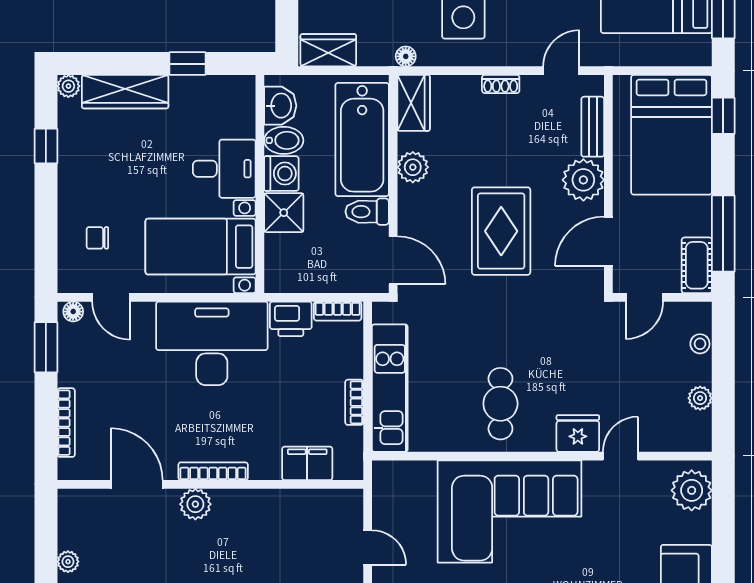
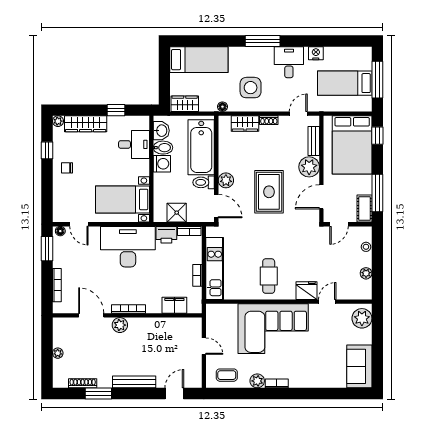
wardrobe: (414, 103) -> (245, 124), moved, turned 90
plant: (413, 167) -> (226, 180), moved
desk: (224, 169) -> (134, 144), moved
shower: (284, 213) -> (177, 213), moved
chair: (97, 238) -> (67, 168), moved

